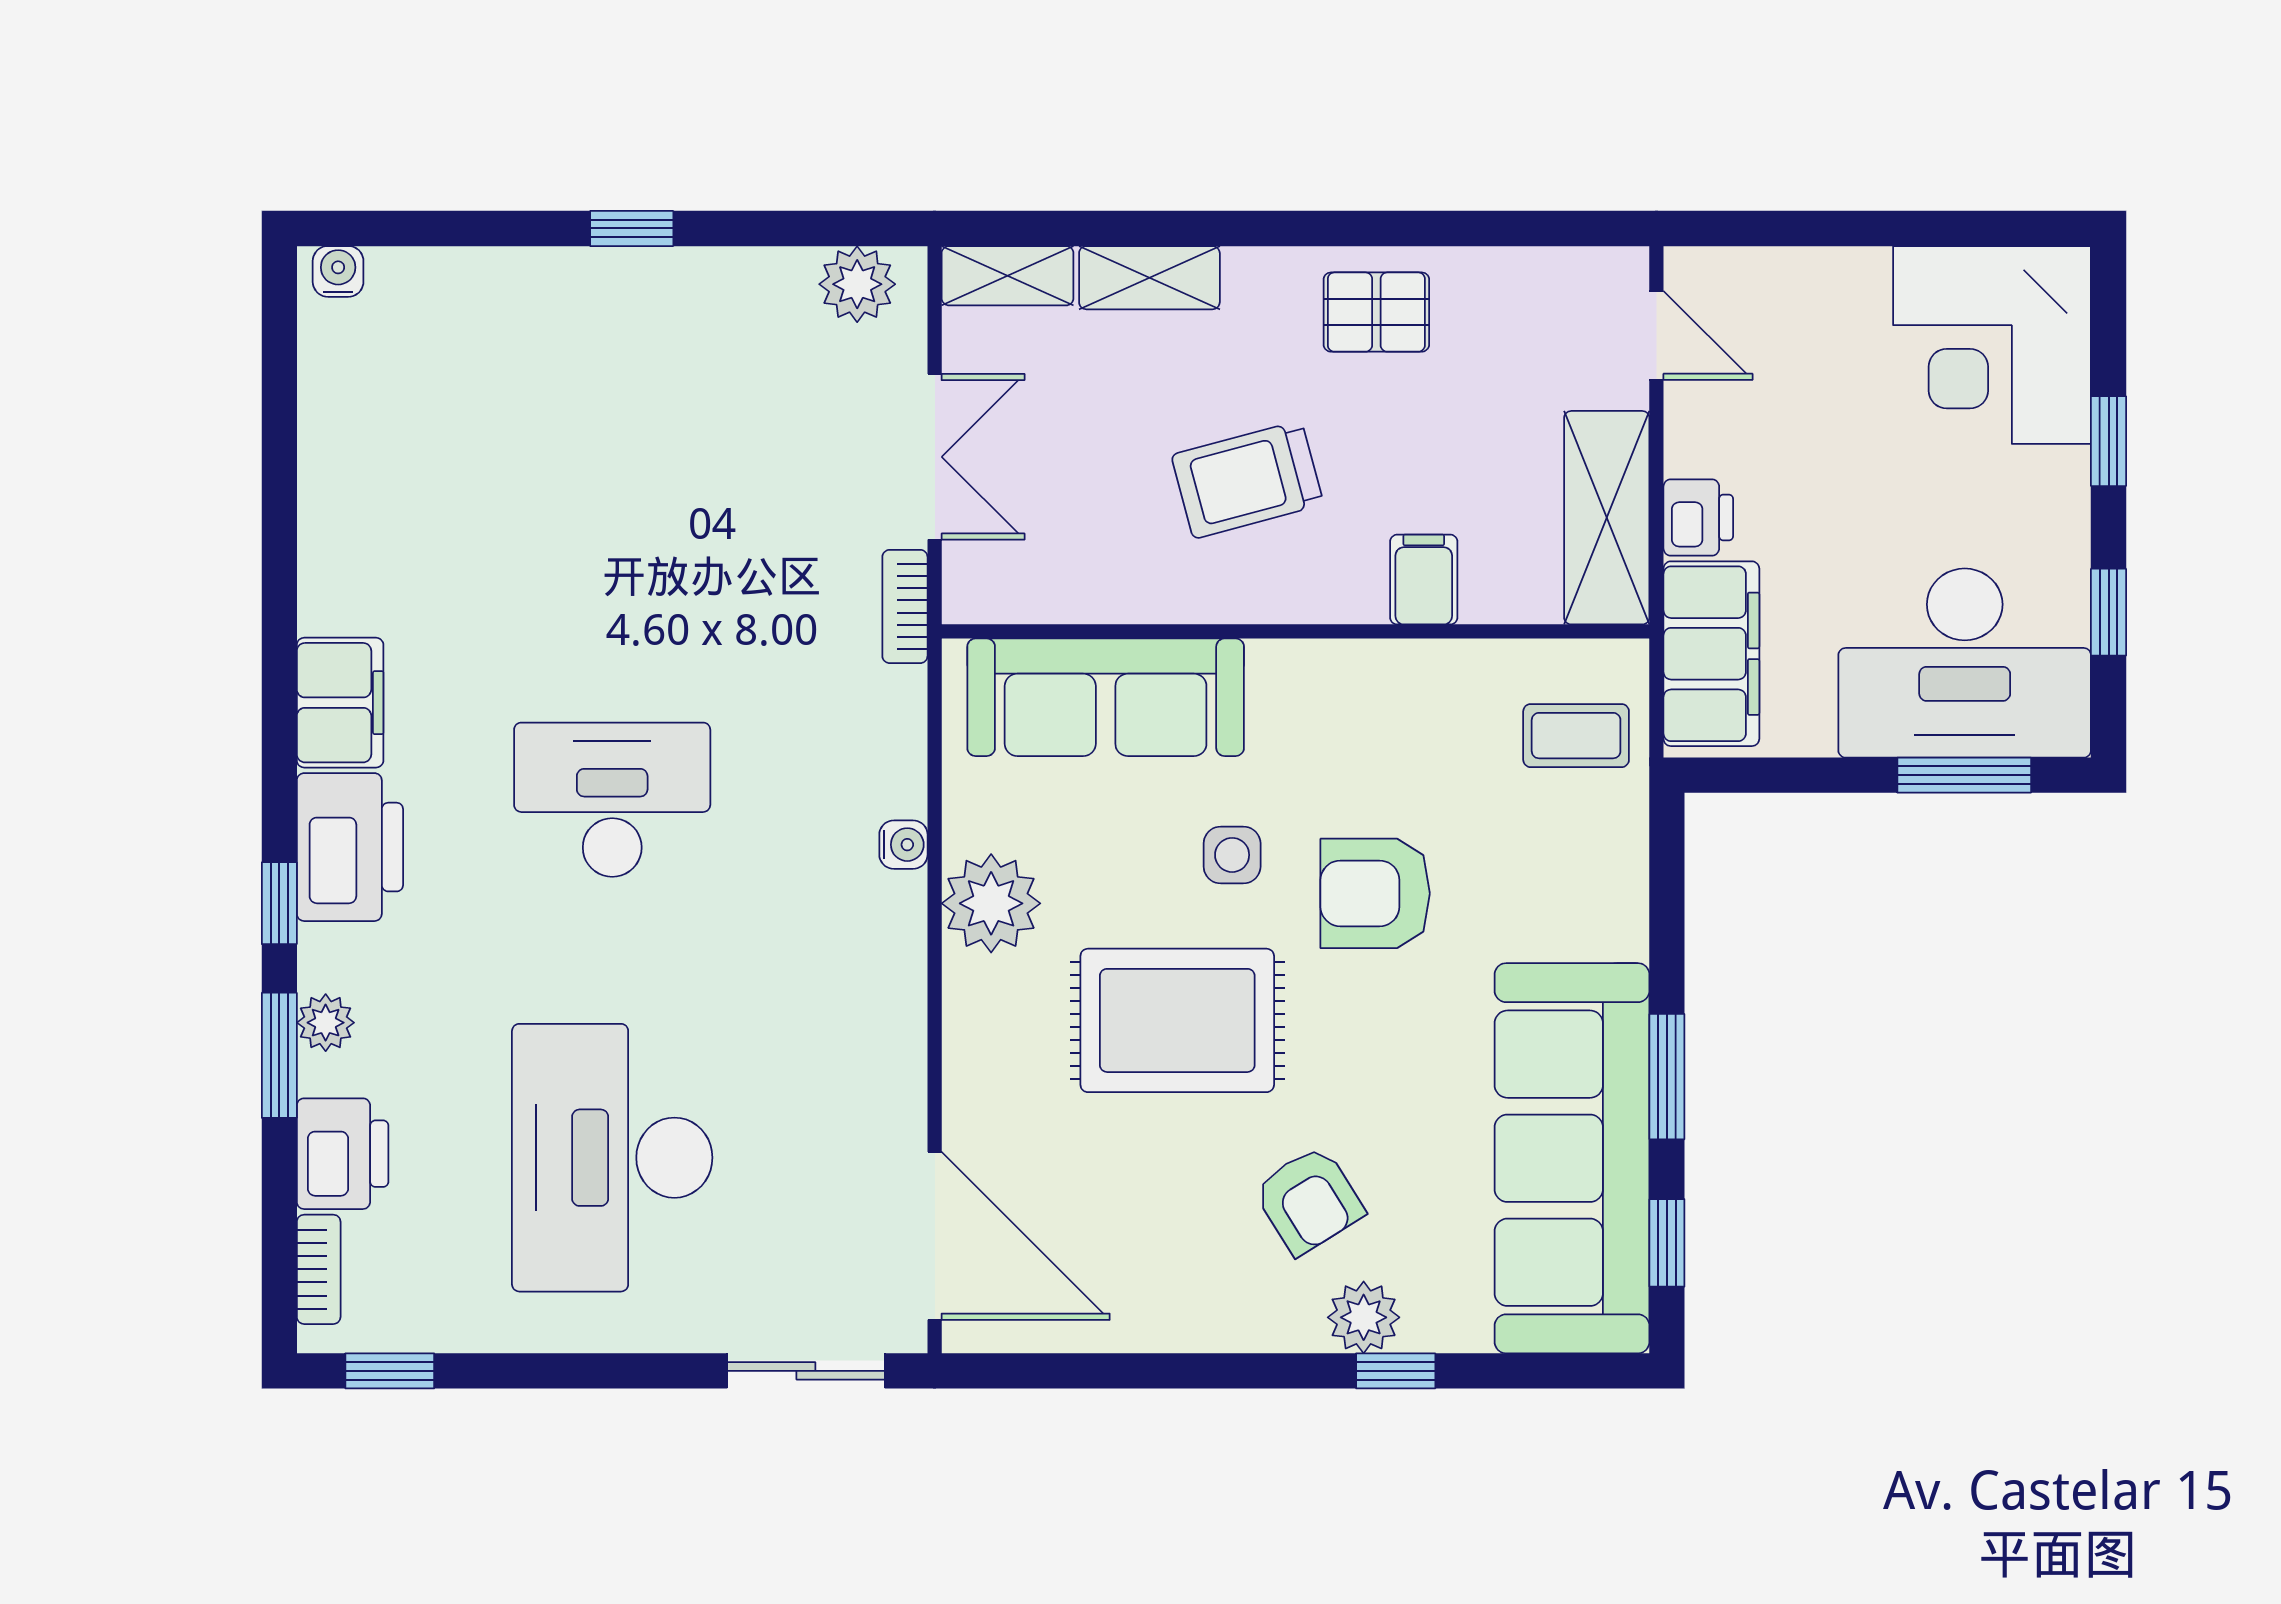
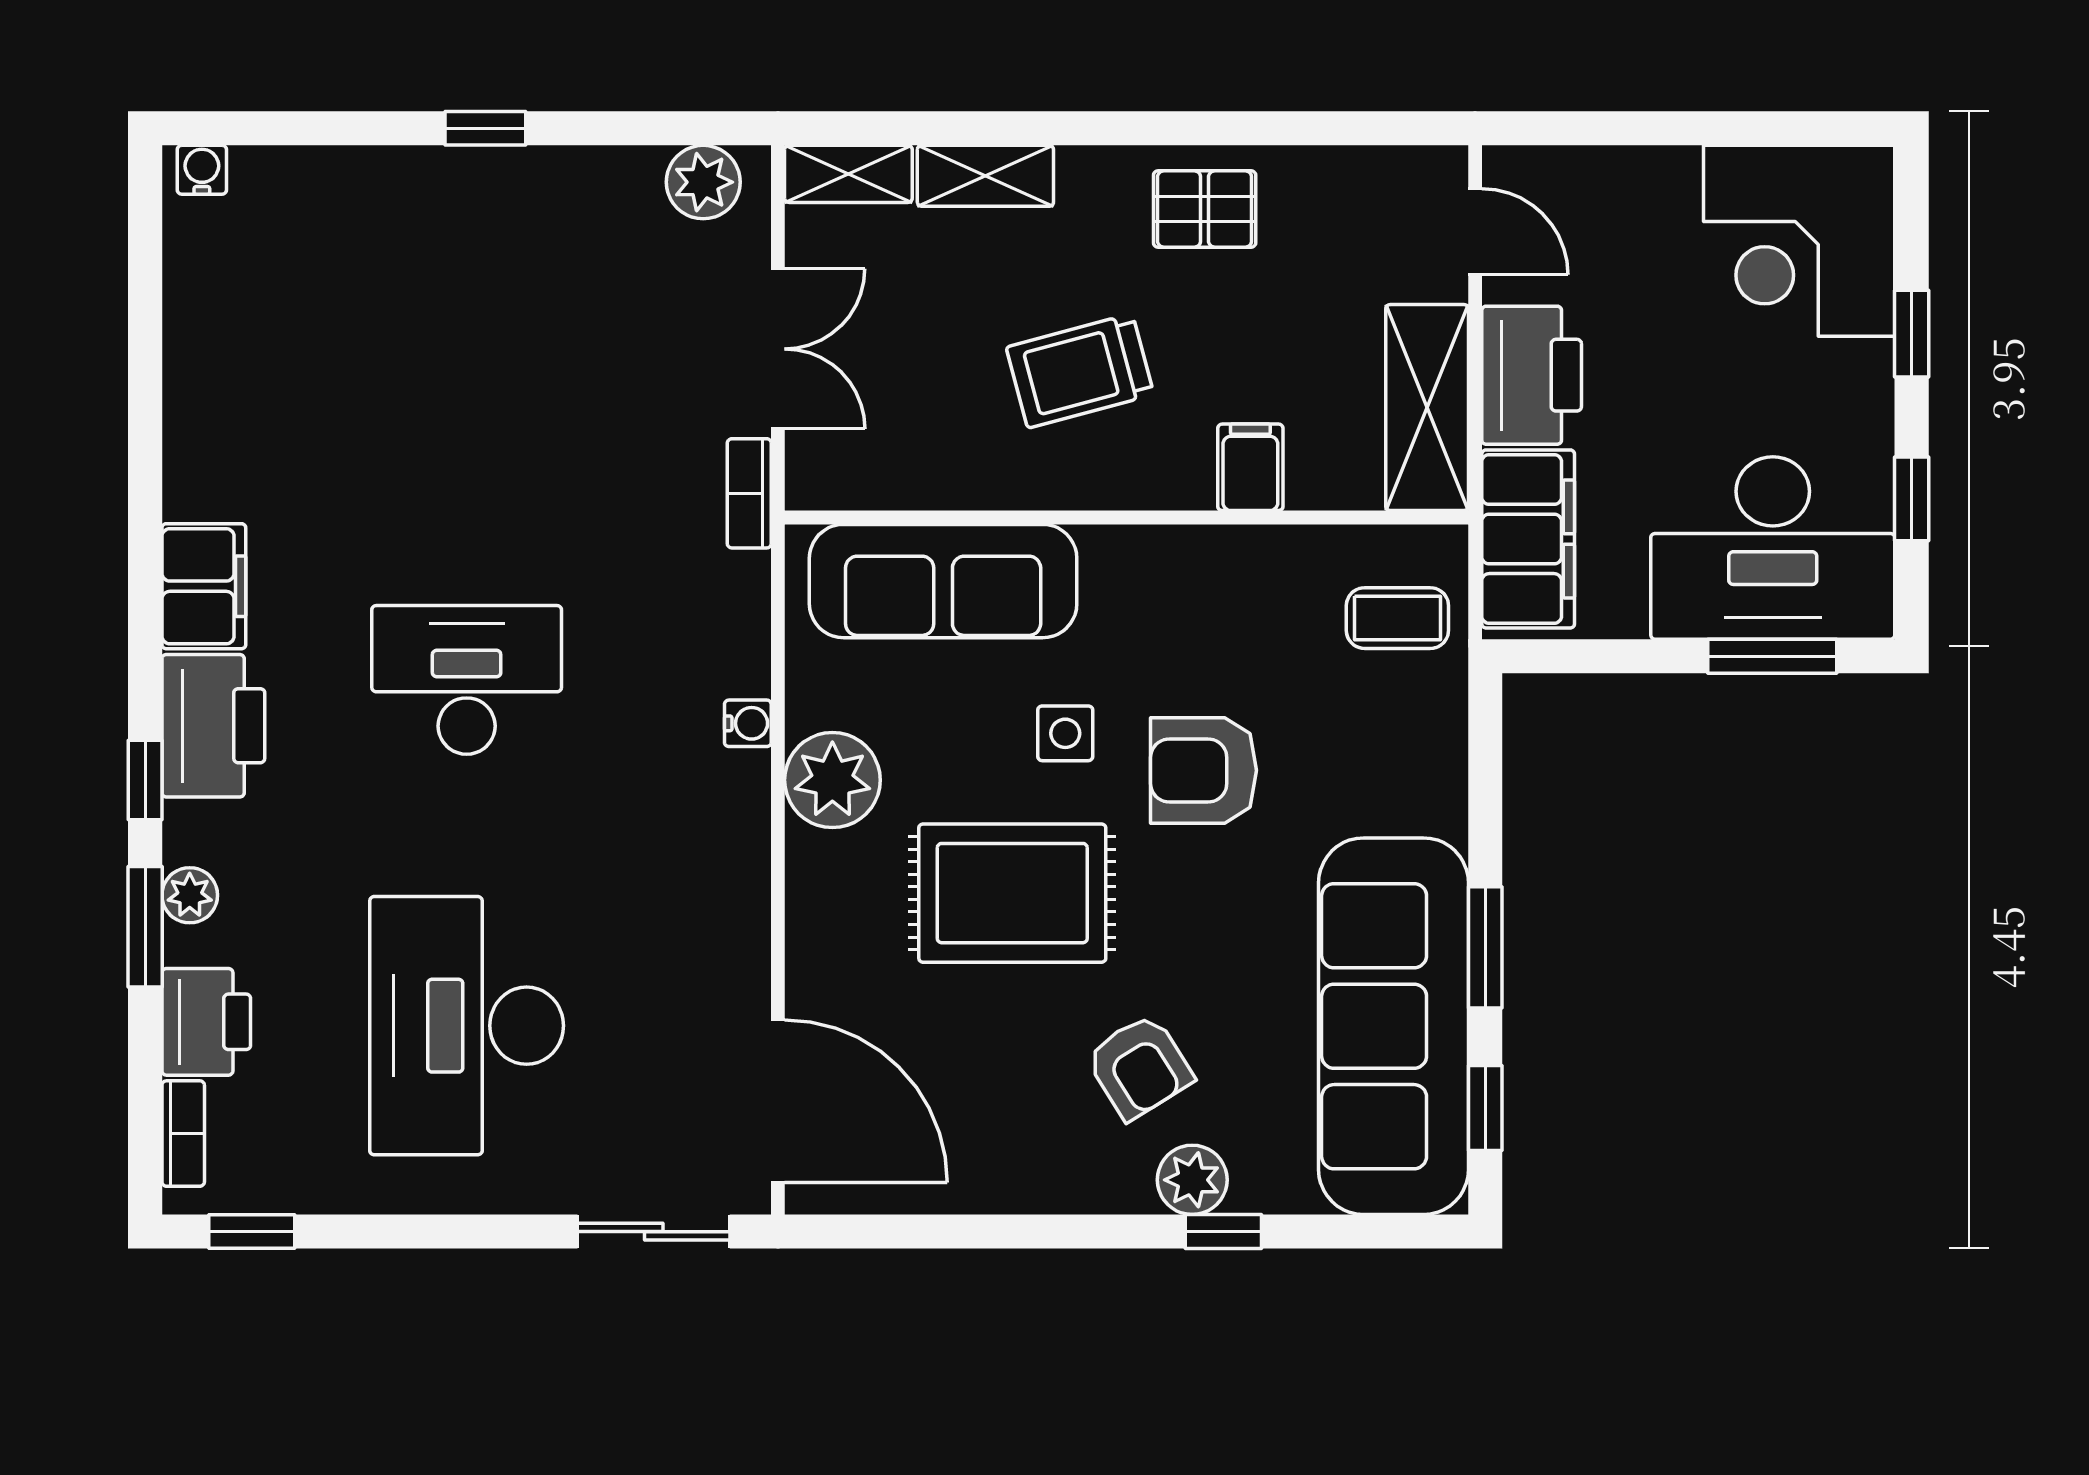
printer: (1698, 518) -> (1532, 375), width x1.87, depth x1.48

